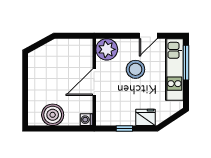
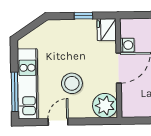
fridge: (145, 117) -> (107, 30), moved, turned 90
washing machine: (86, 120) -> (127, 45), moved

